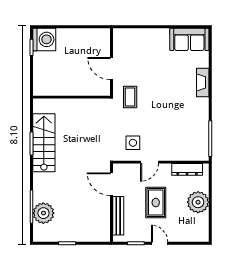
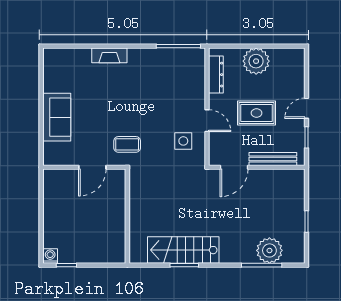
washing machine: (44, 39) -> (50, 256), width x0.53, depth x0.53
sofa: (189, 39) -> (57, 117), moved

